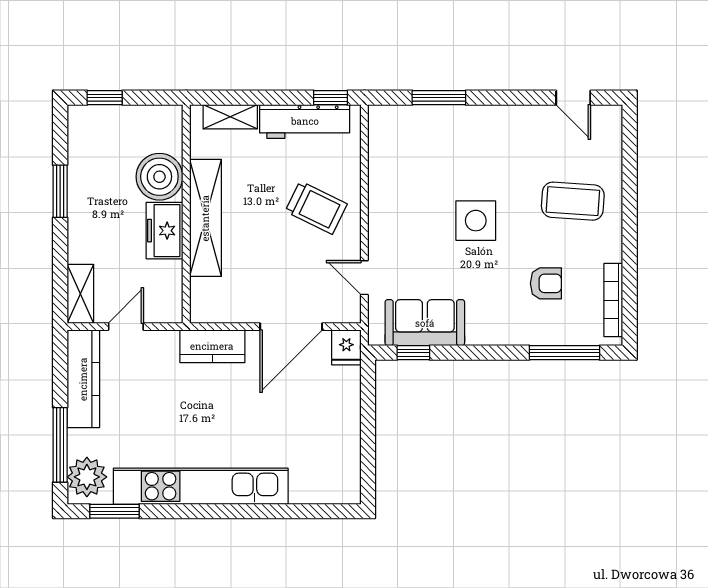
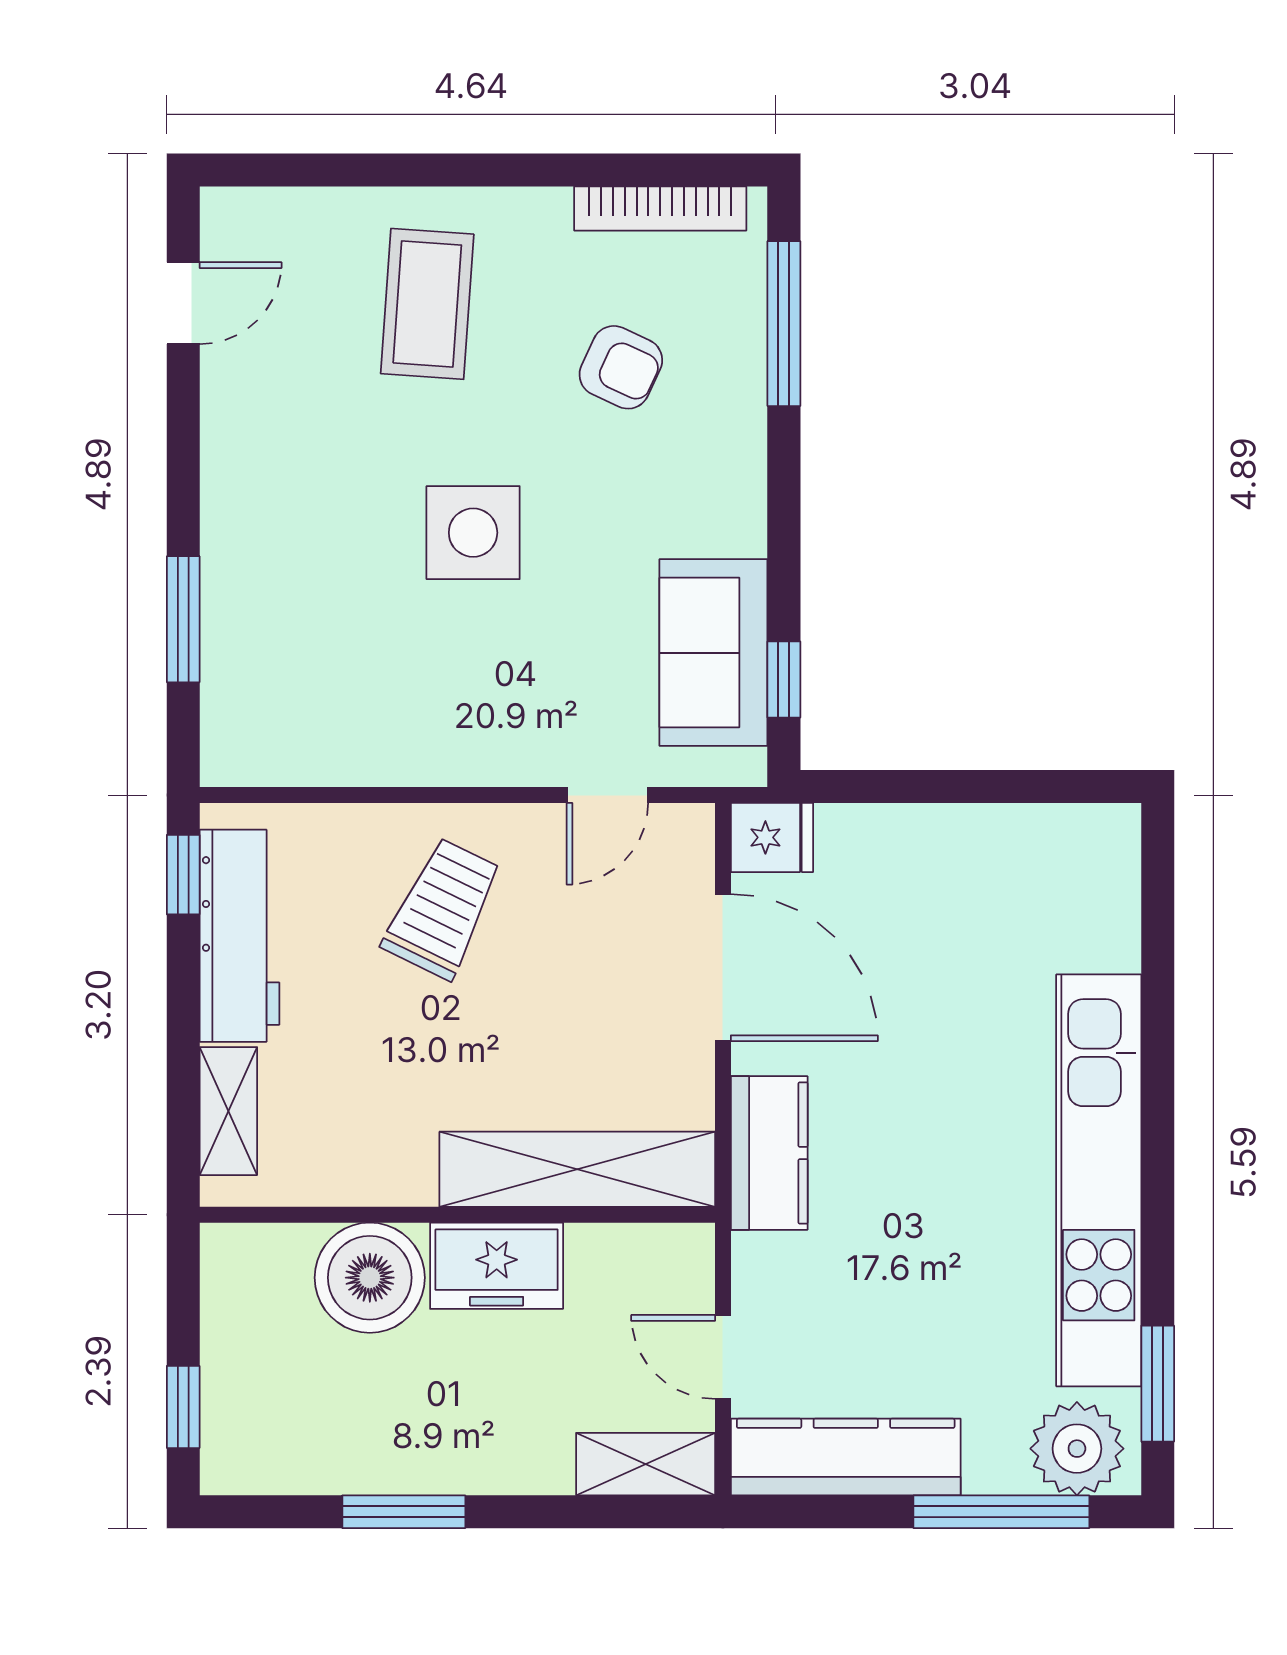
shelving: (205, 218) -> (577, 1169), moved
armchair: (546, 283) -> (621, 367), turned 115

